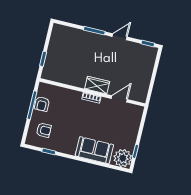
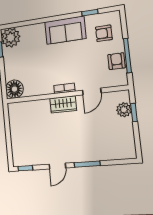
plant: (50, 64) -> (124, 110), added
door: (119, 99) -> (92, 92), moved
floor lamp: (135, 113) -> (14, 89), added
sofa: (94, 150) -> (65, 30), moved

